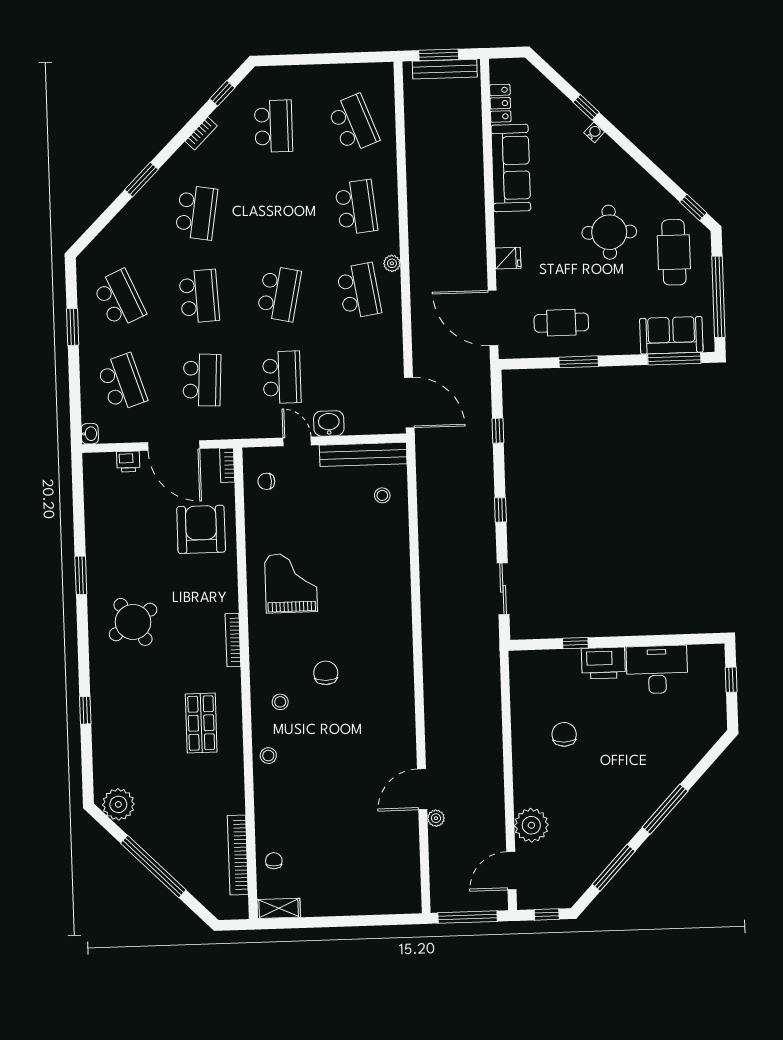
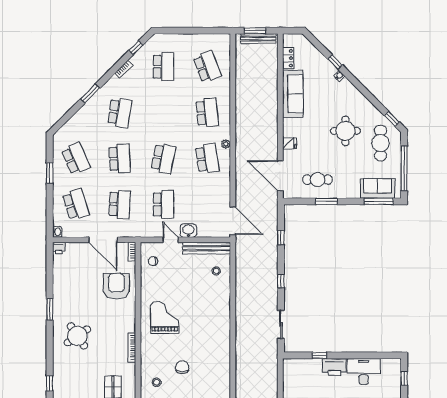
printer: (128, 462) -> (59, 248), moved

